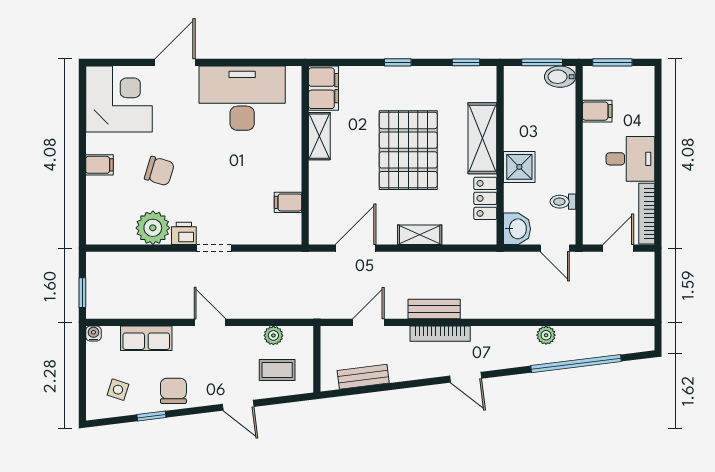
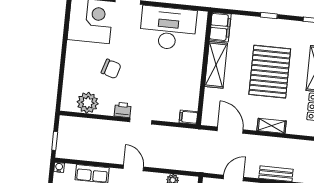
shelving: (319, 136) -> (216, 65), width x1.50, depth x1.33
filing cabinet: (100, 165) -> (74, 61), removed
filing cabinet: (288, 202) -> (188, 117), moved
plant: (153, 228) -> (88, 103), moved
door: (356, 248) -> (230, 130), hinge flipped

